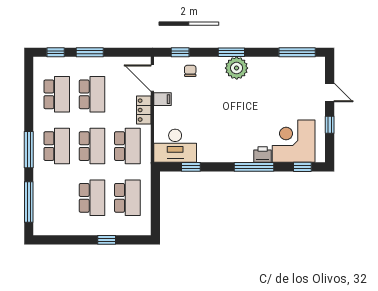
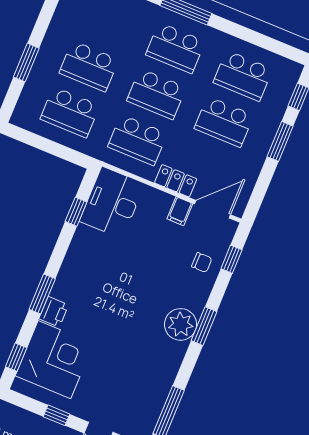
window: (254, 167) -> (42, 294), width x0.69
window: (107, 240) -> (26, 63), width x1.50

